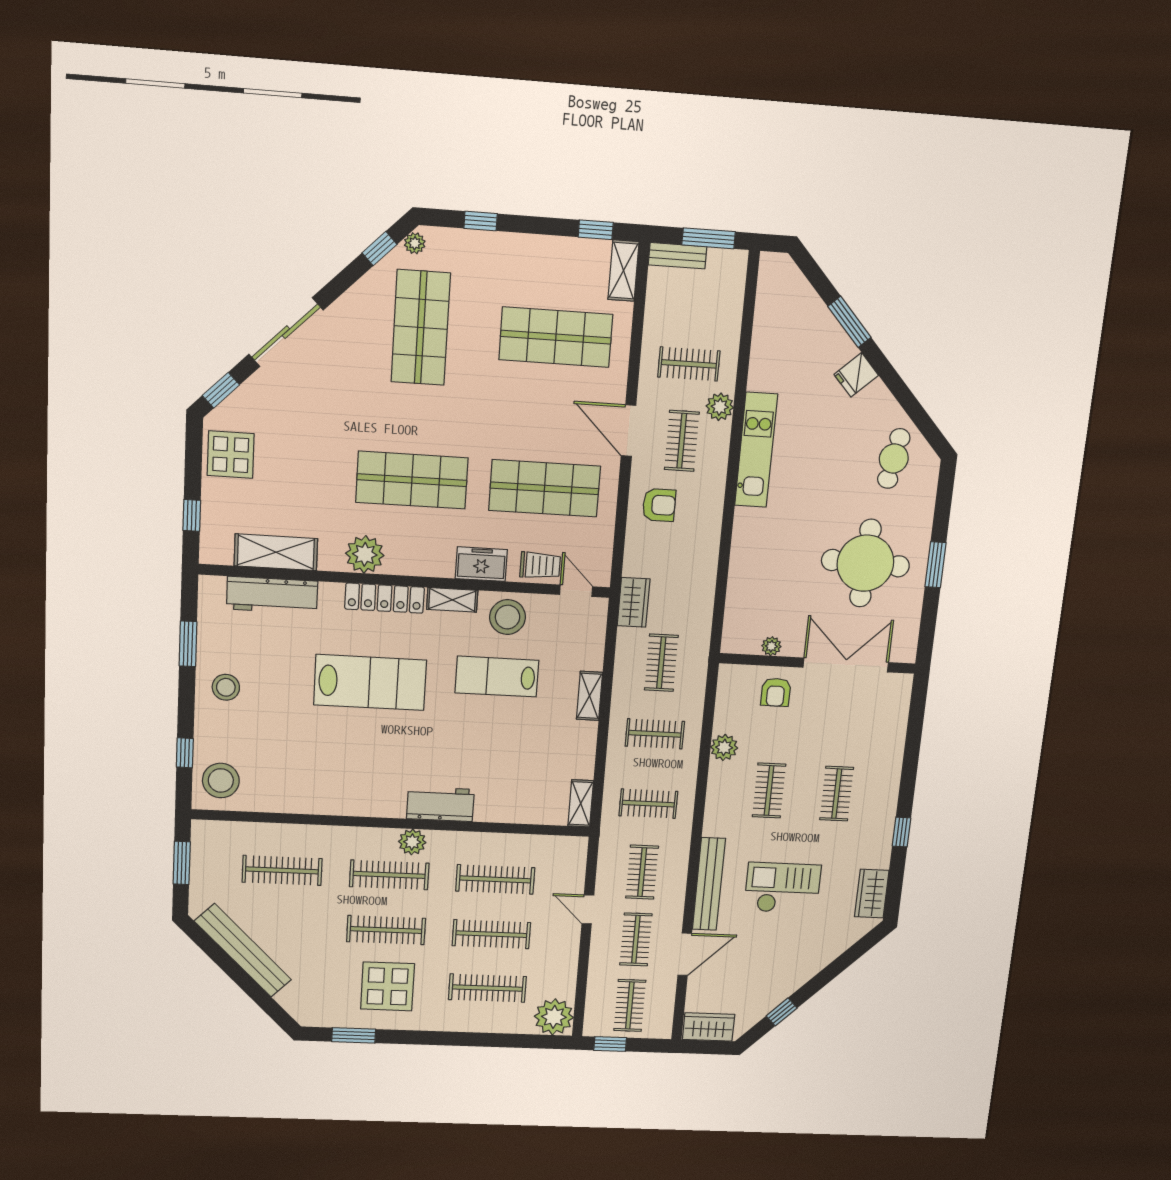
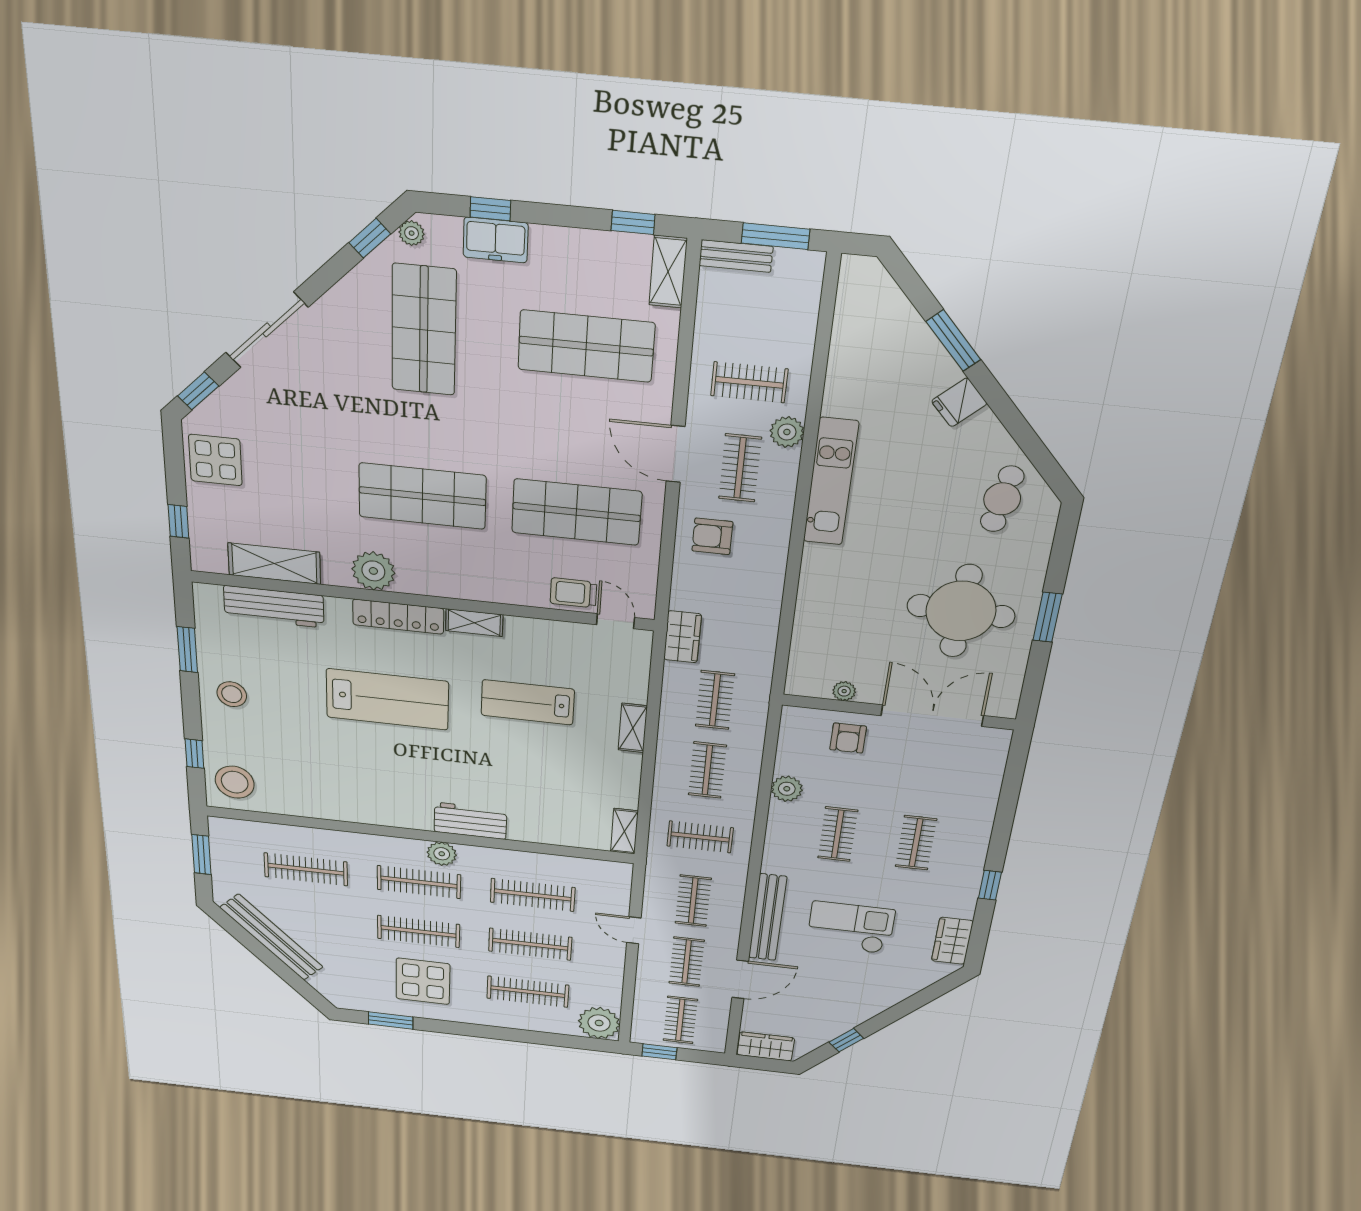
armchair: (659, 505) -> (712, 536), turned 180
freezer: (481, 564) -> (496, 240), moved, turned 180
trolley: (540, 565) -> (573, 593), turned 180
stool: (508, 617) -> (538, 644), removed
clothes rail: (655, 734) -> (707, 770), turned 90

